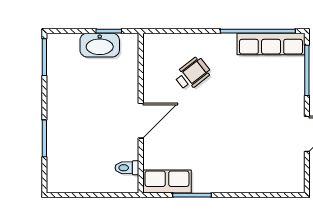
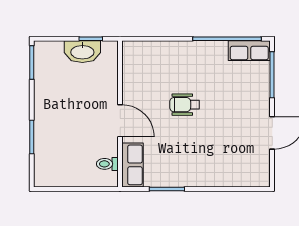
row of seats: (271, 44) -> (249, 51), width x0.68
wheelchair: (192, 74) -> (185, 105), moved, turned -142
door: (141, 121) -> (120, 121), hinge flipped
row of seats: (167, 181) -> (132, 165), moved, turned 90

